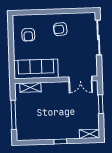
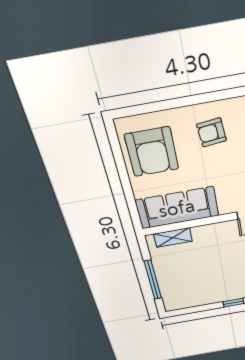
armchair: (28, 35) -> (152, 152), width x1.88, depth x1.88

